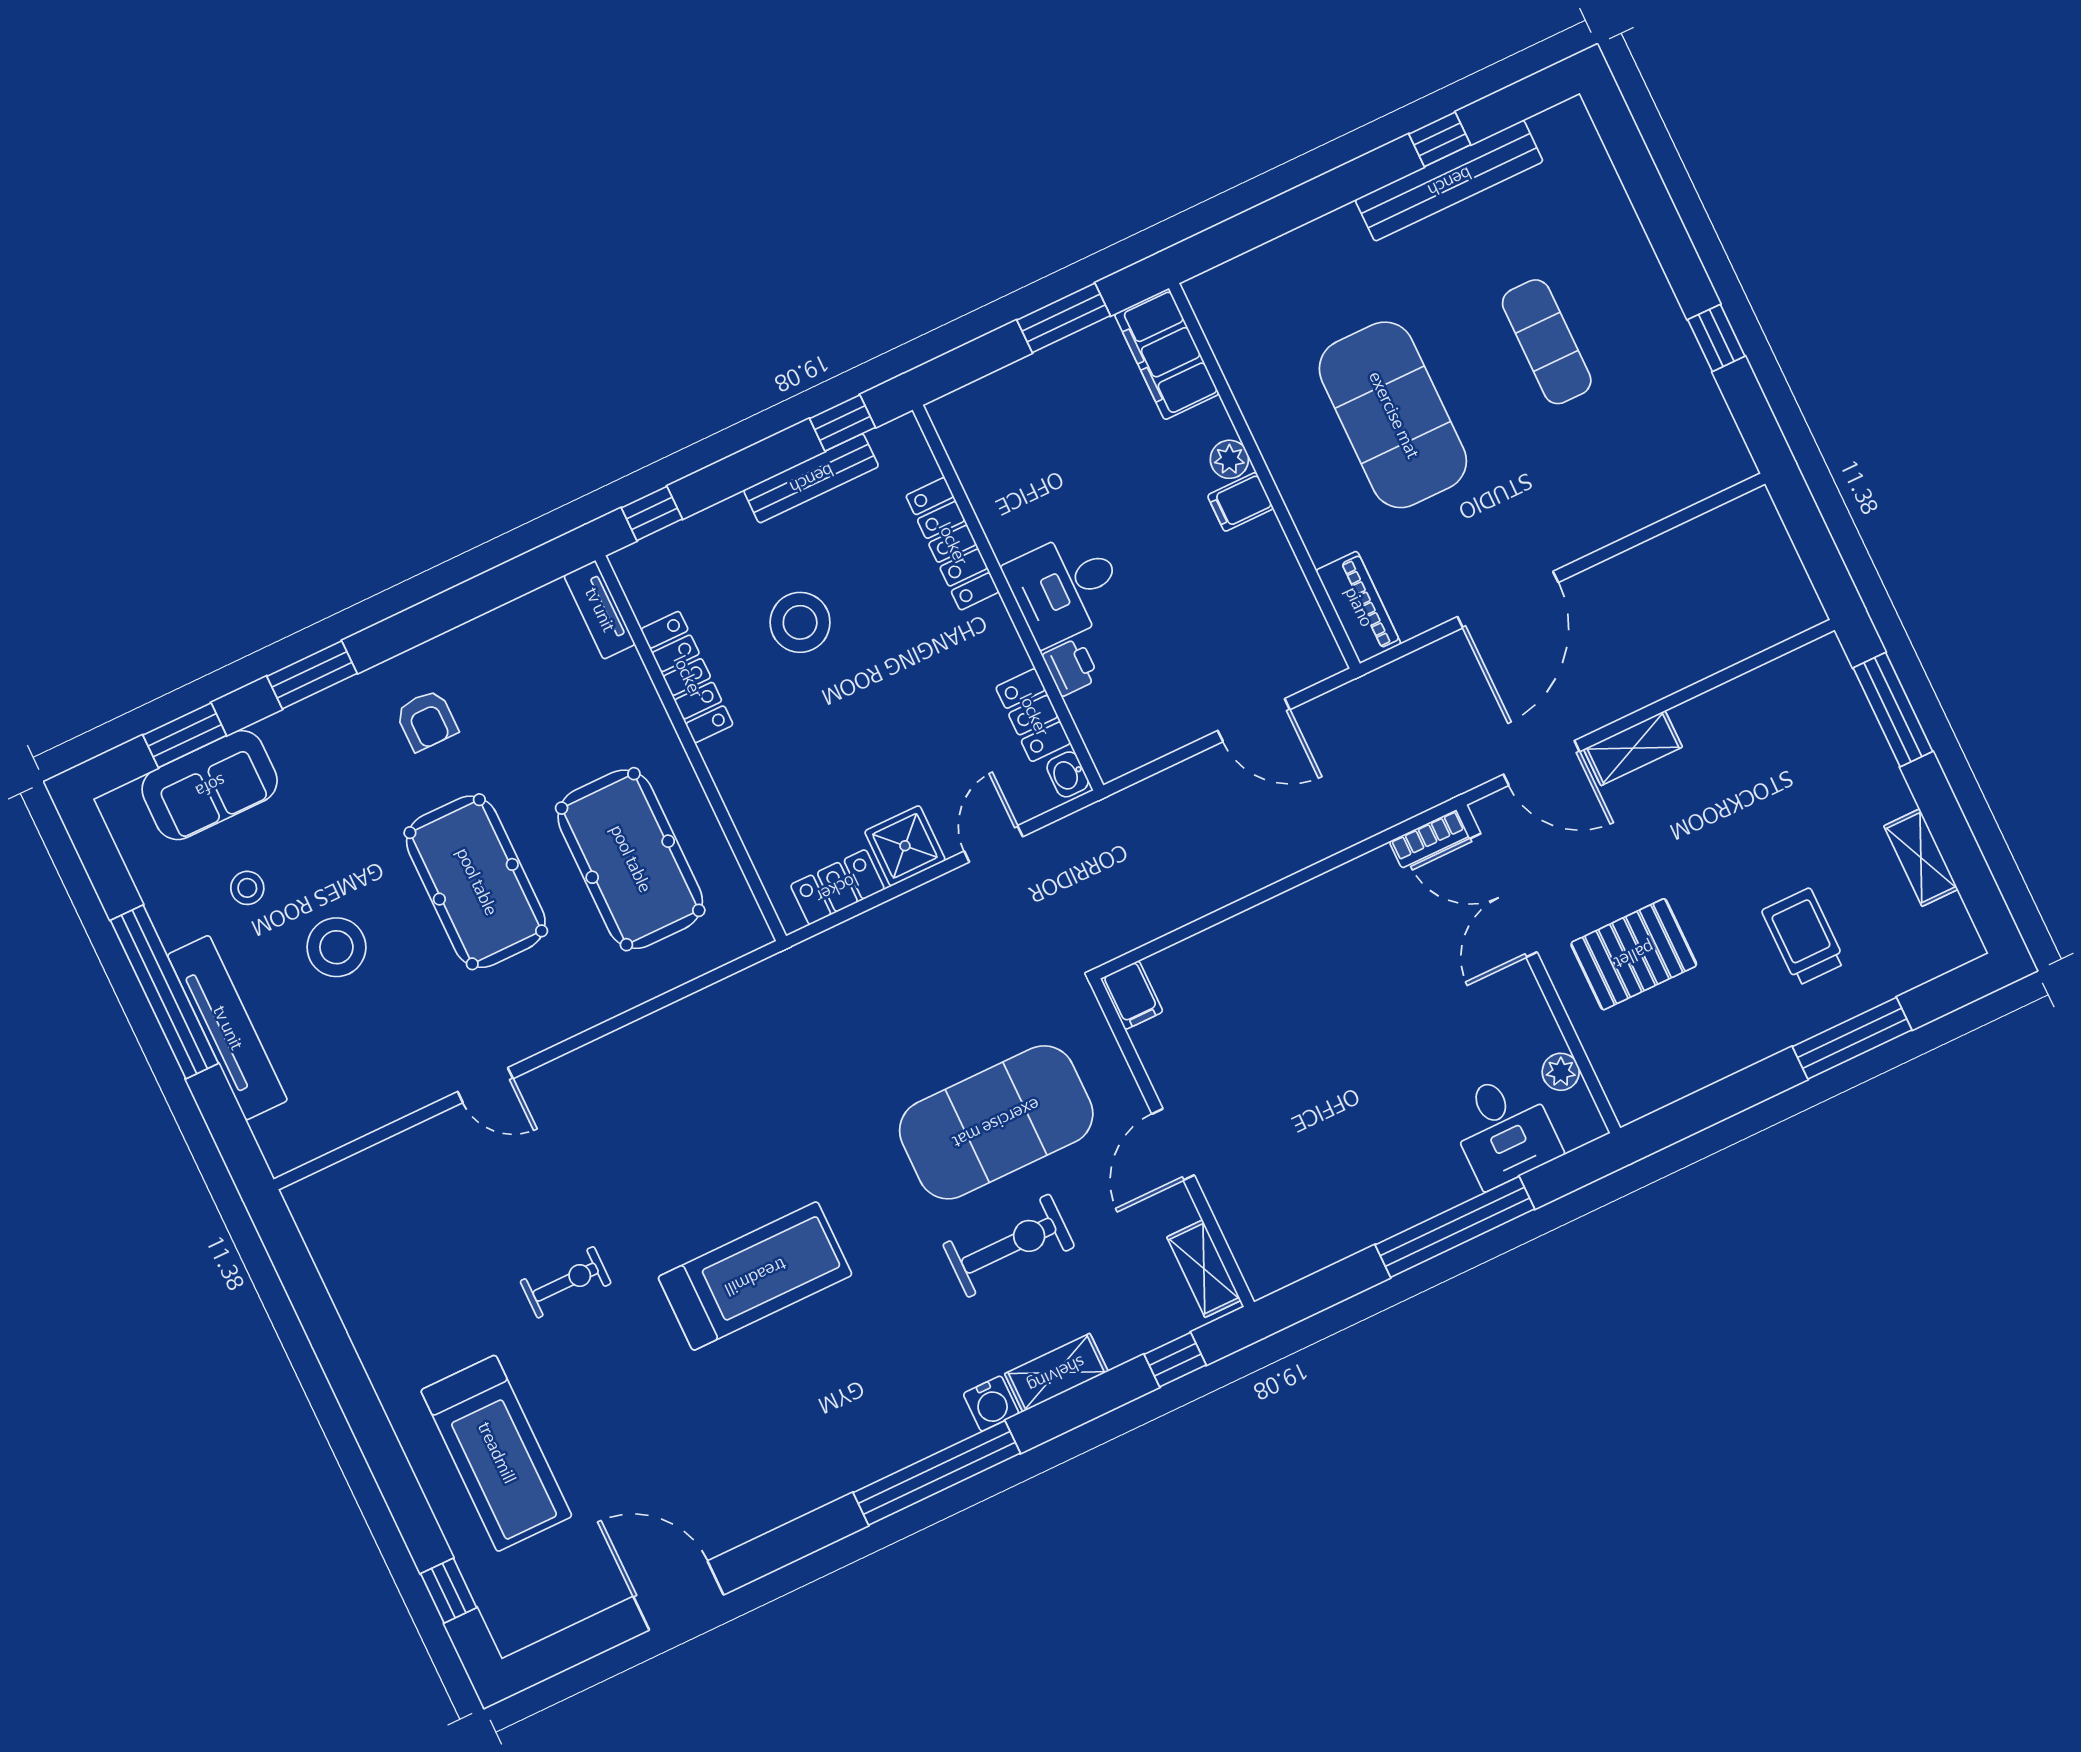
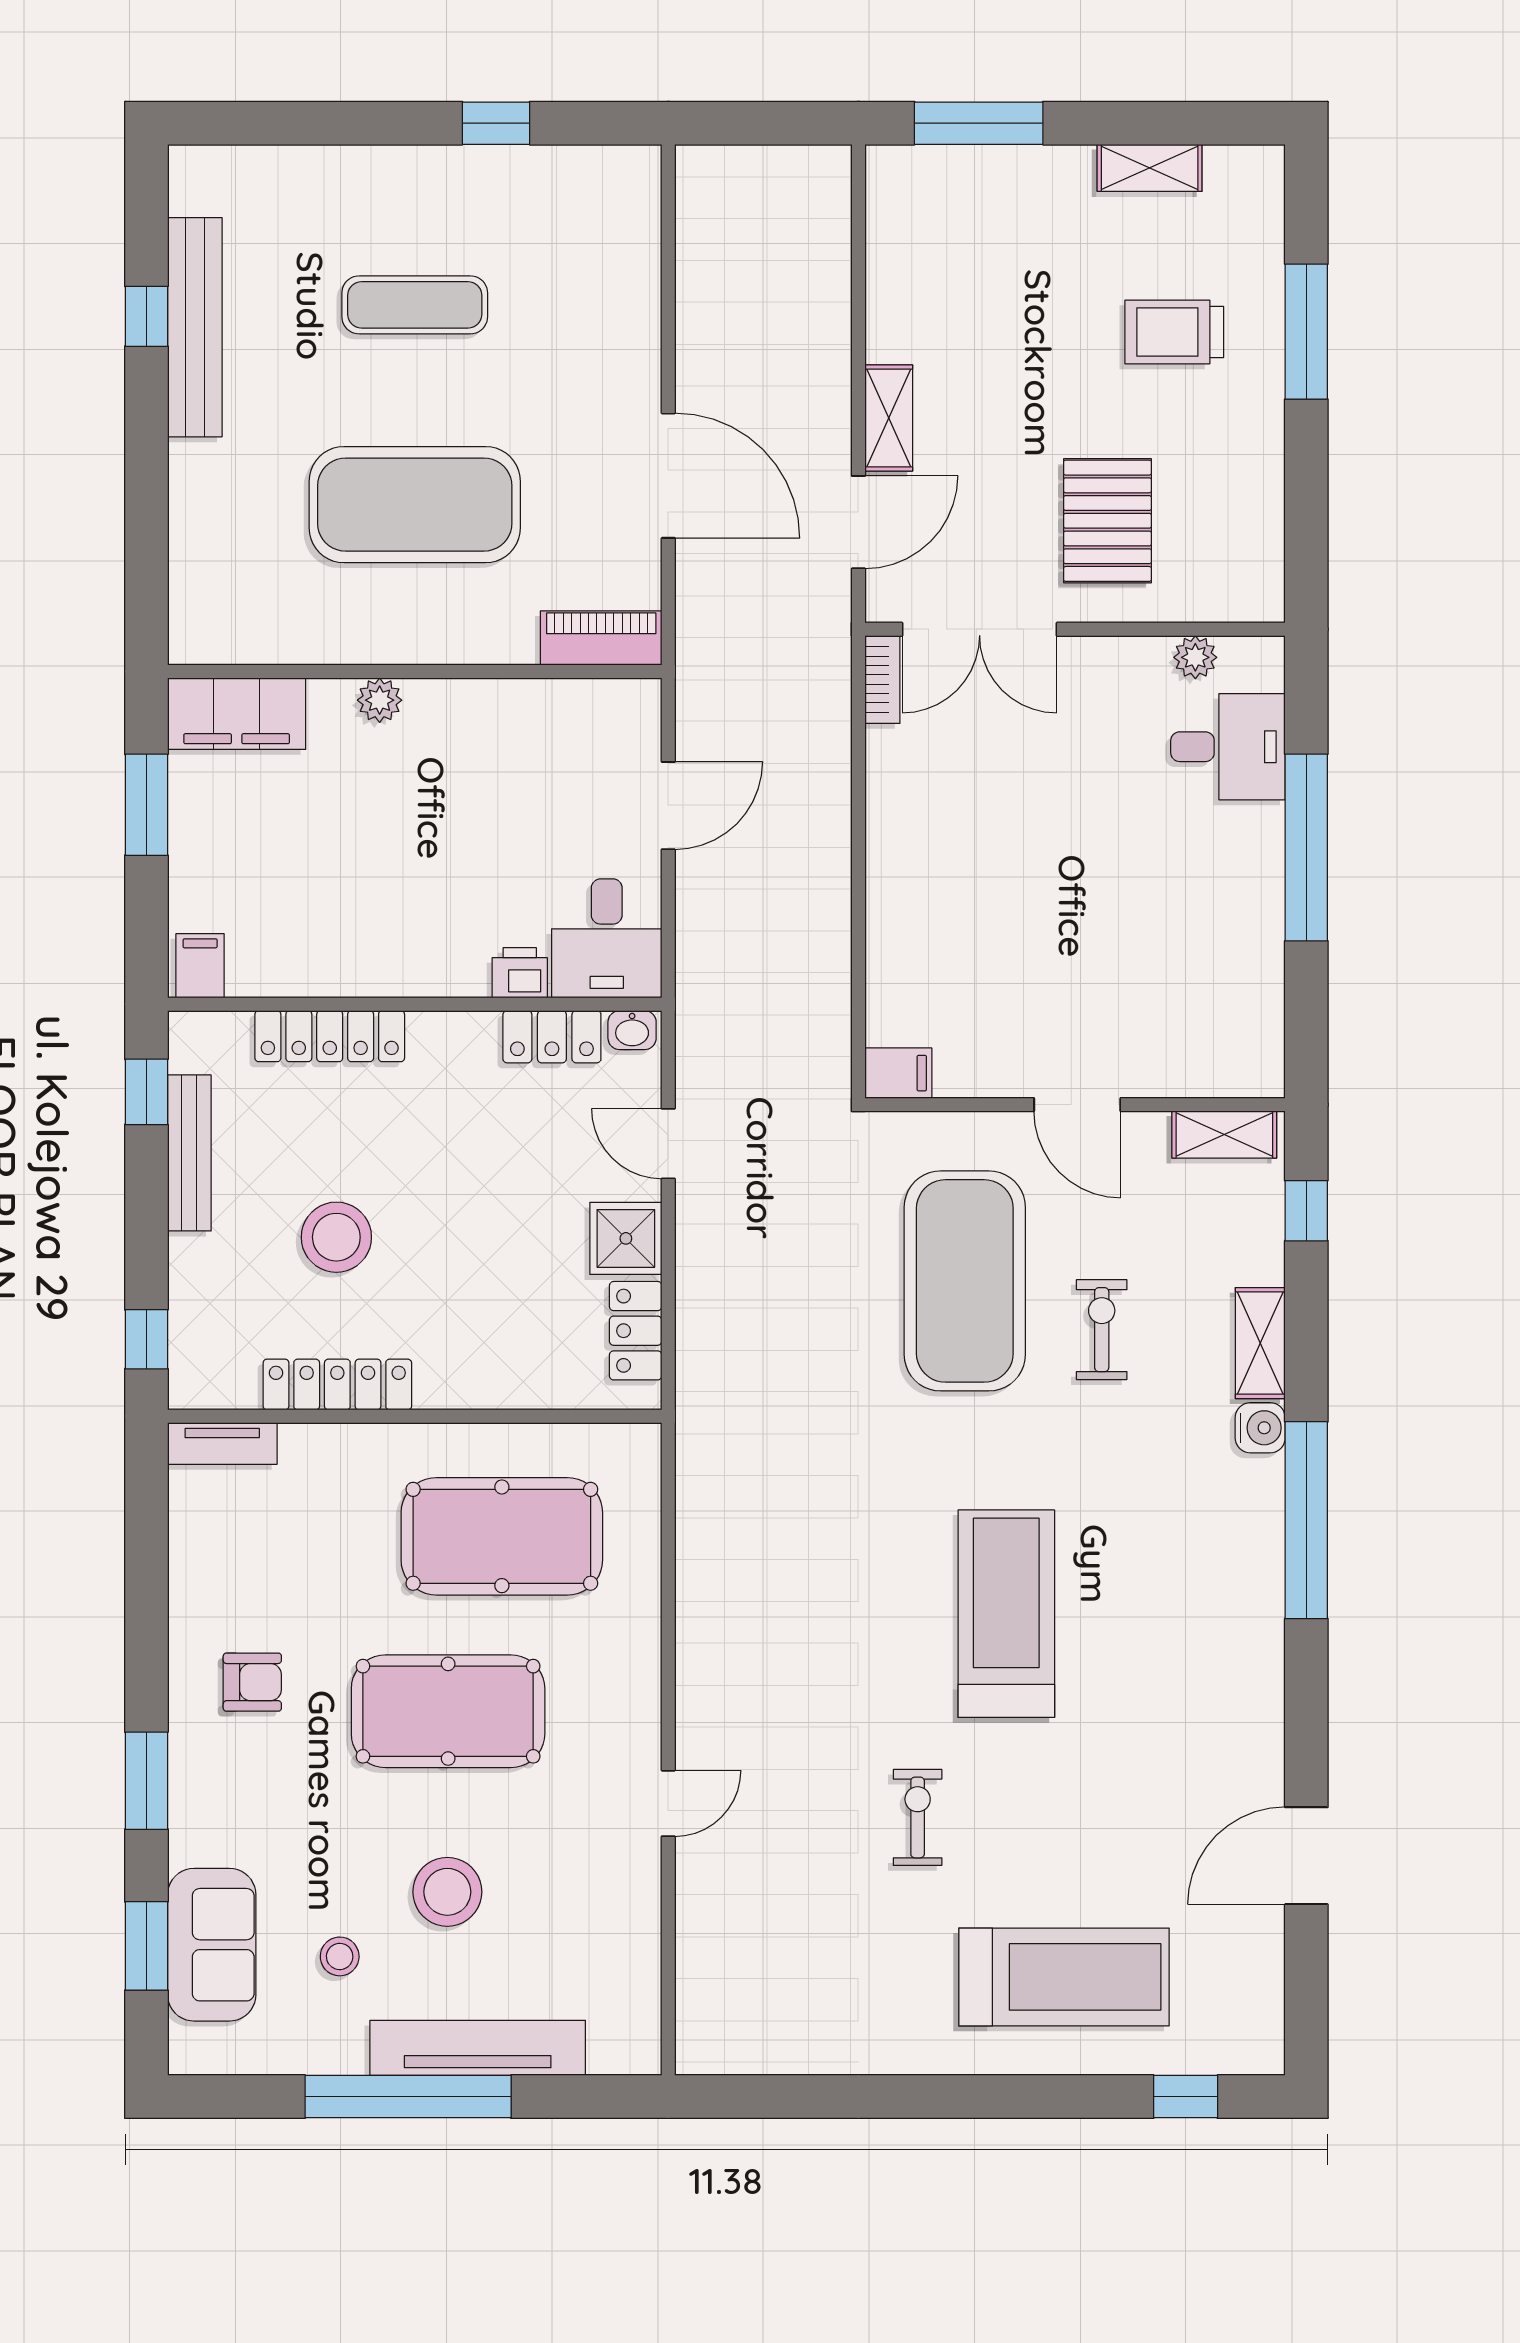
filing cabinet: (1240, 502) -> (200, 966), moved, turned 180
desk: (1065, 587) -> (607, 938), moved
exercise bike: (1009, 1246) -> (1102, 1330), width x0.73, depth x0.72

